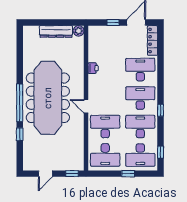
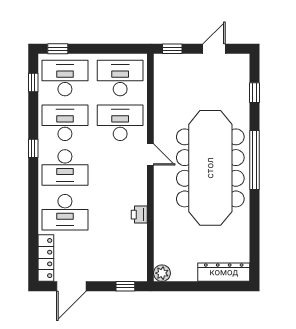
window: (113, 22) -> (125, 286), moved
dresser: (56, 31) -> (224, 272), moved
desk: (105, 127) -> (120, 123), turned 180
desk: (140, 127) -> (65, 123), turned 180
window: (20, 134) -> (254, 93), moved
window: (128, 174) -> (58, 49), moved

